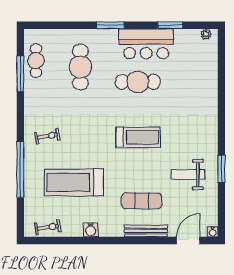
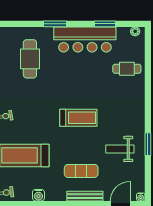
bar counter: (146, 44) -> (85, 39), width x1.36
cafe table: (138, 82) -> (127, 69), moved, width x0.73, depth x0.74

